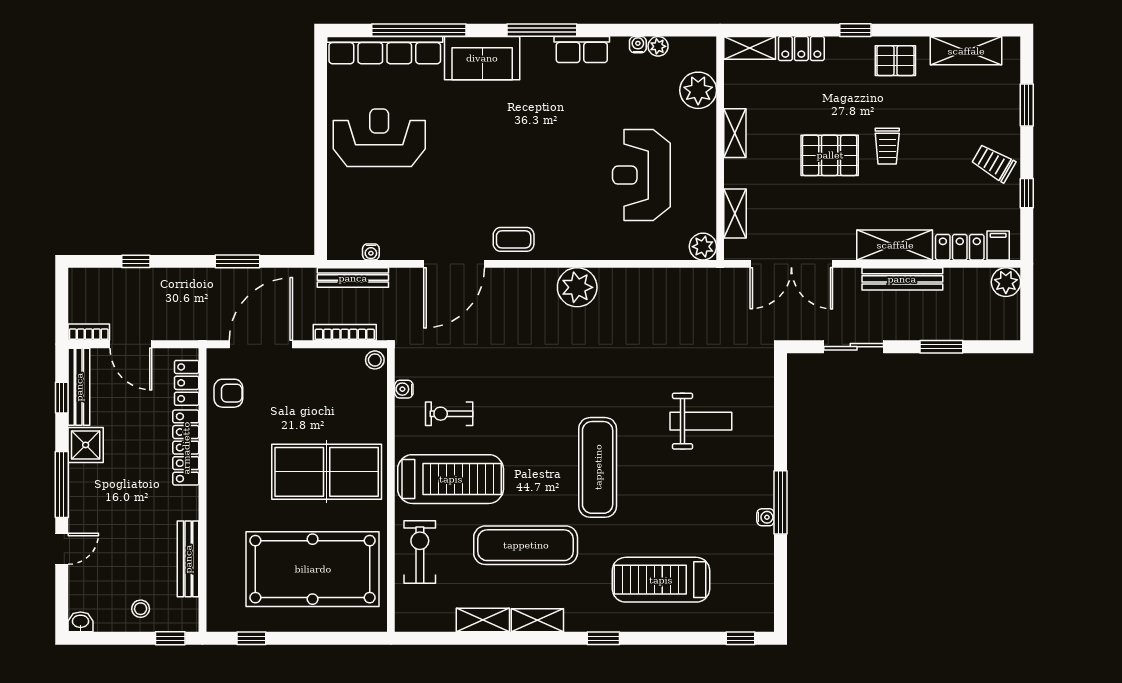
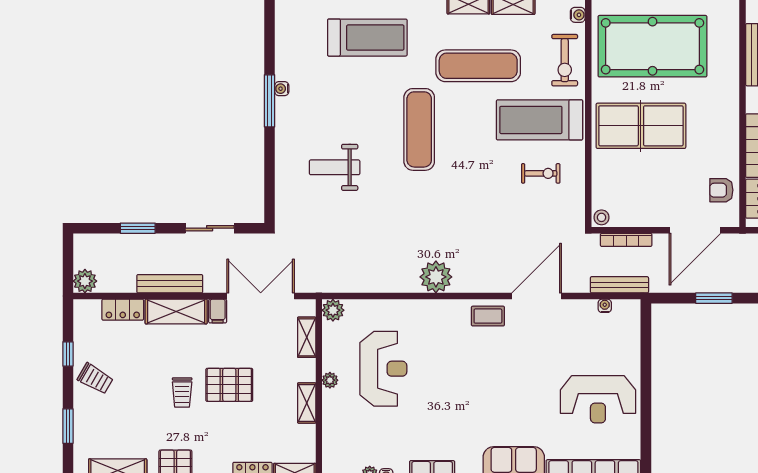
plant: (698, 90) -> (330, 380), moved, width x0.53, depth x0.53
trolley: (887, 146) -> (182, 392), turned 180
filing cabinet: (998, 245) -> (218, 311), moved
water cooler: (404, 389) -> (578, 15), moved

